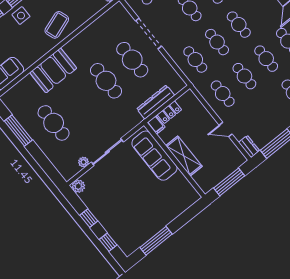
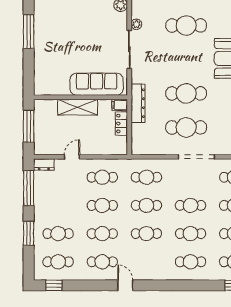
dresser: (156, 102) -> (138, 103), moved

